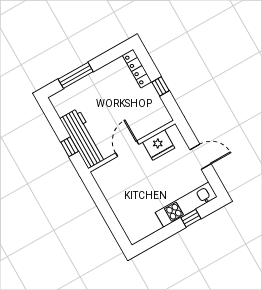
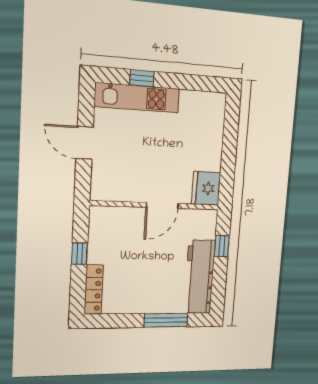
workbench: (83, 138) -> (200, 277), moved
fridge: (159, 145) -> (206, 188), moved, turned -90

